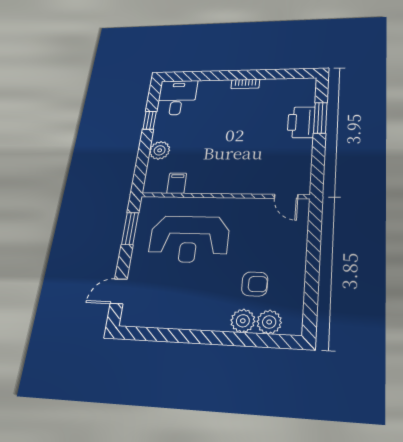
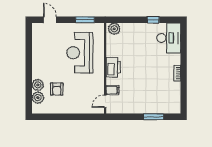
desk: (177, 98) -> (169, 38), width x1.37
printer: (301, 122) -> (113, 67), moved, turned 90
plant: (160, 150) -> (114, 29), moved
filing cabinet: (177, 183) -> (113, 90), moved

